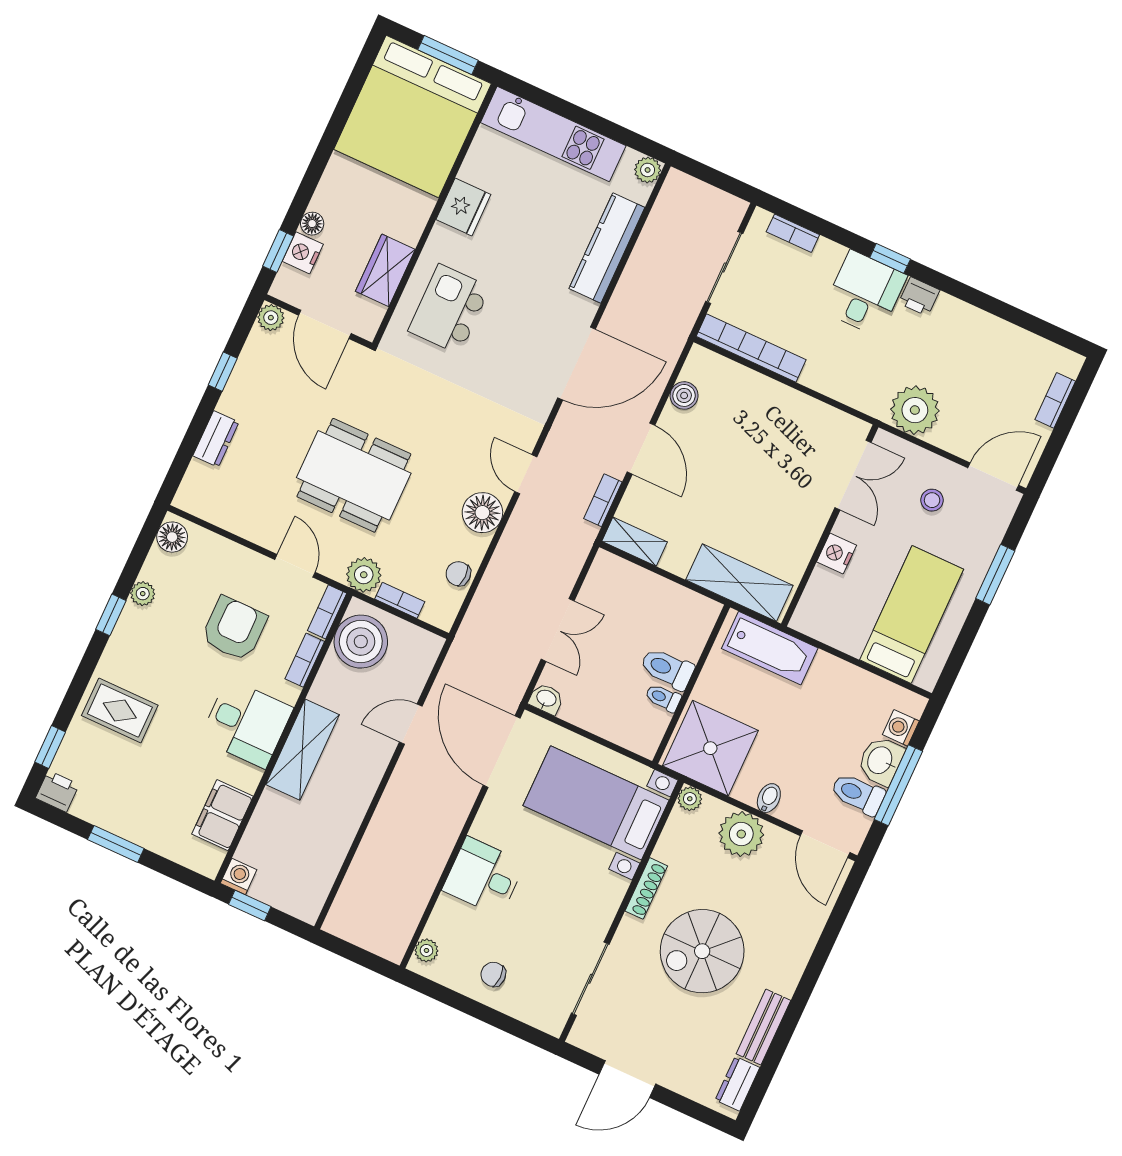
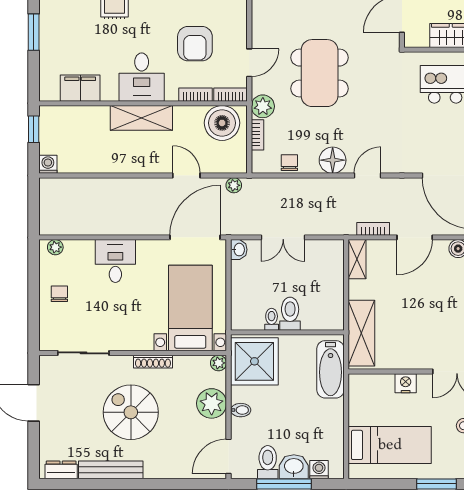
armchair: (234, 629) -> (195, 44), turned 90
plant: (454, 665) -> (234, 185), added
washing machine: (239, 877) -> (48, 164), moved, turned -90
bench: (763, 1027) -> (111, 470), width x1.36

